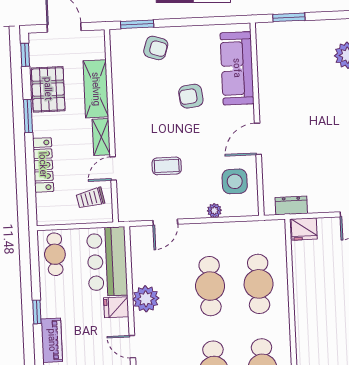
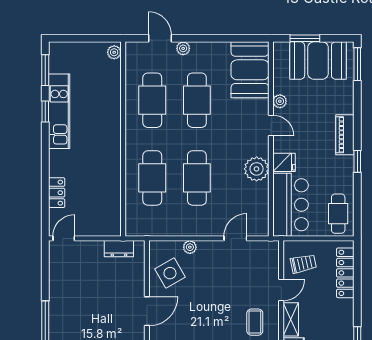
locker: (43, 165) -> (345, 273), moved
coffee table: (167, 166) -> (255, 322), moved, turned 90
side table: (235, 181) -> (170, 273), turned -30
fridge: (304, 229) -> (108, 226), removed

